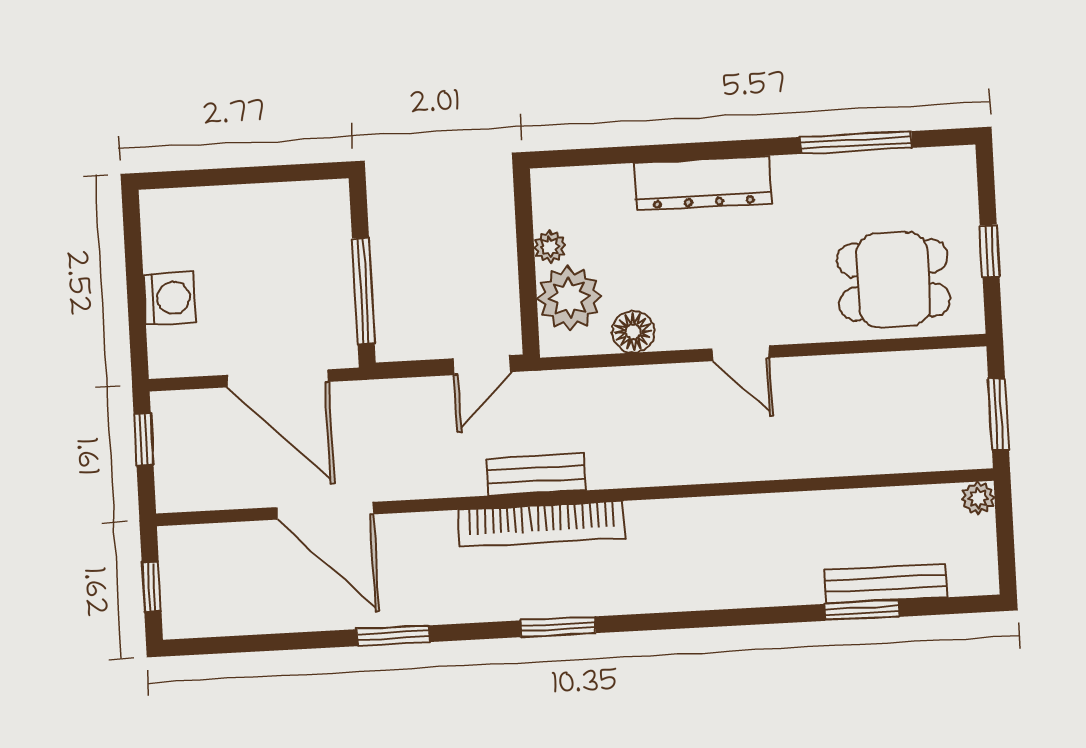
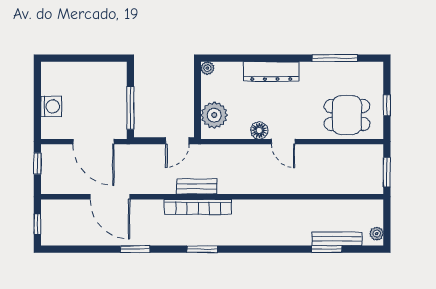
plant: (550, 247) -> (207, 68), moved
floor lamp: (633, 332) -> (259, 130), moved
plant: (978, 498) -> (377, 234), moved

